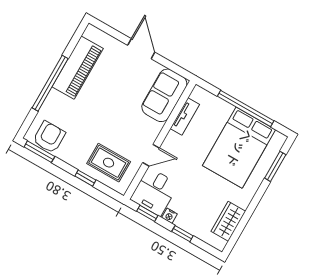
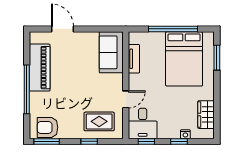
door: (141, 49) -> (62, 29), moved
armchair: (49, 137) -> (47, 127), turned -90
nightstand: (169, 216) -> (185, 134), moved

